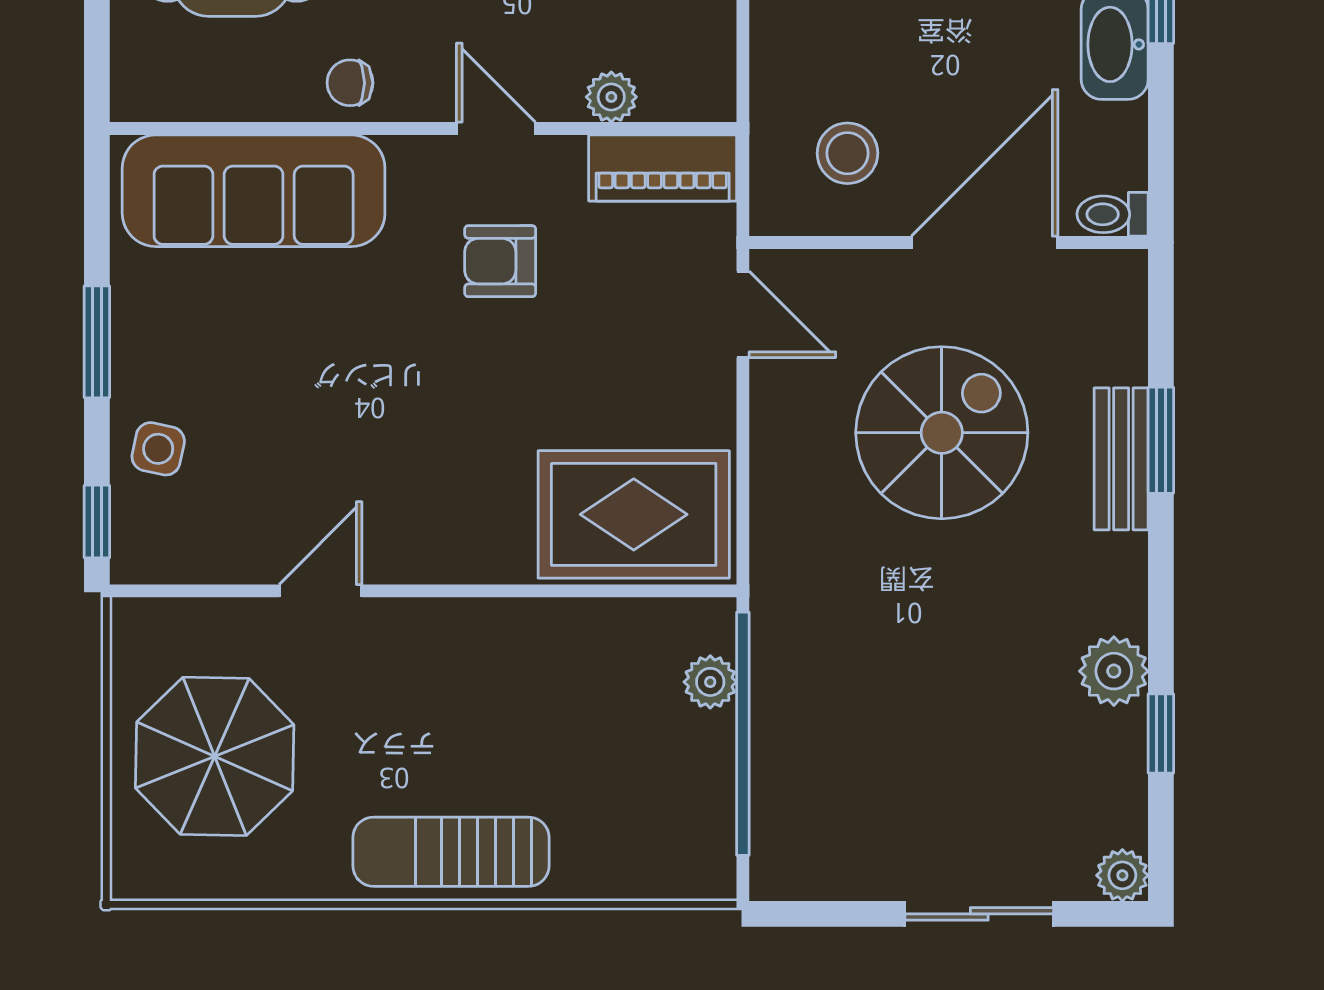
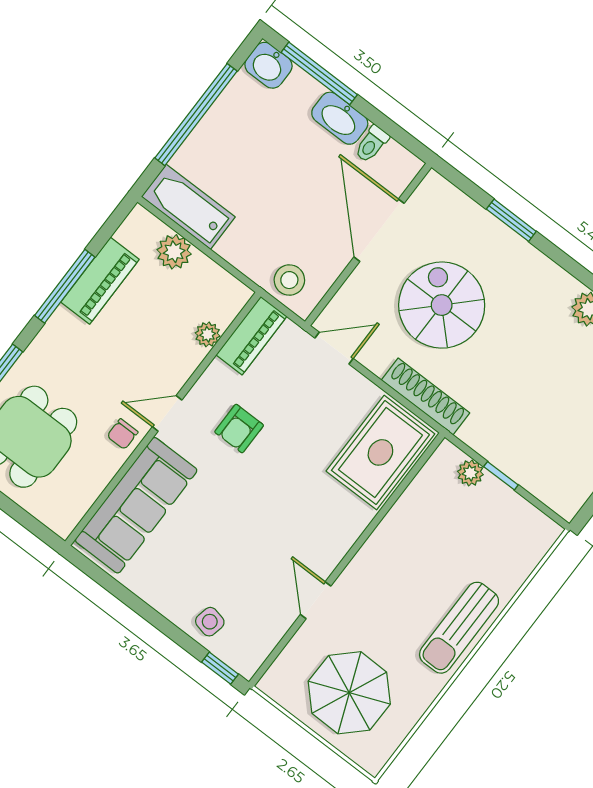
door: (496, 129) -> (167, 413), moved
stool: (847, 153) -> (289, 280), moved
toilet: (1113, 214) -> (372, 144), moved
window: (97, 342) -> (149, 613), removed
bench: (1121, 459) -> (507, 242), removed
shoe rack: (777, 518) -> (425, 396), added
window: (743, 734) -> (501, 476), width x0.32

